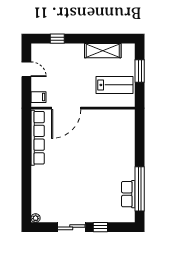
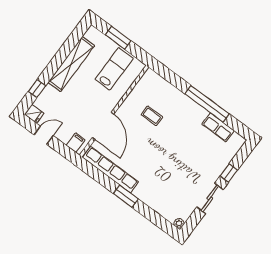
fridge: (37, 50) -> (34, 114), added
shelving: (103, 51) -> (71, 64), width x1.47
coffee table: (100, 139) -> (152, 116), added
window: (26, 164) -> (126, 196), added
window: (140, 189) -> (207, 104), moved

